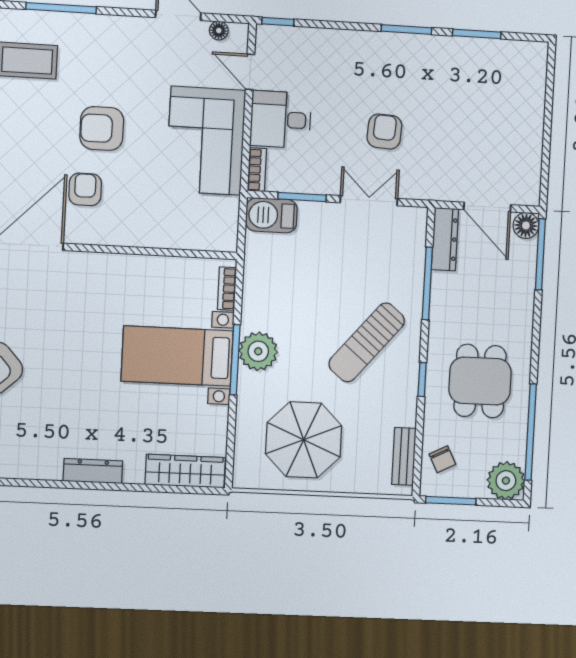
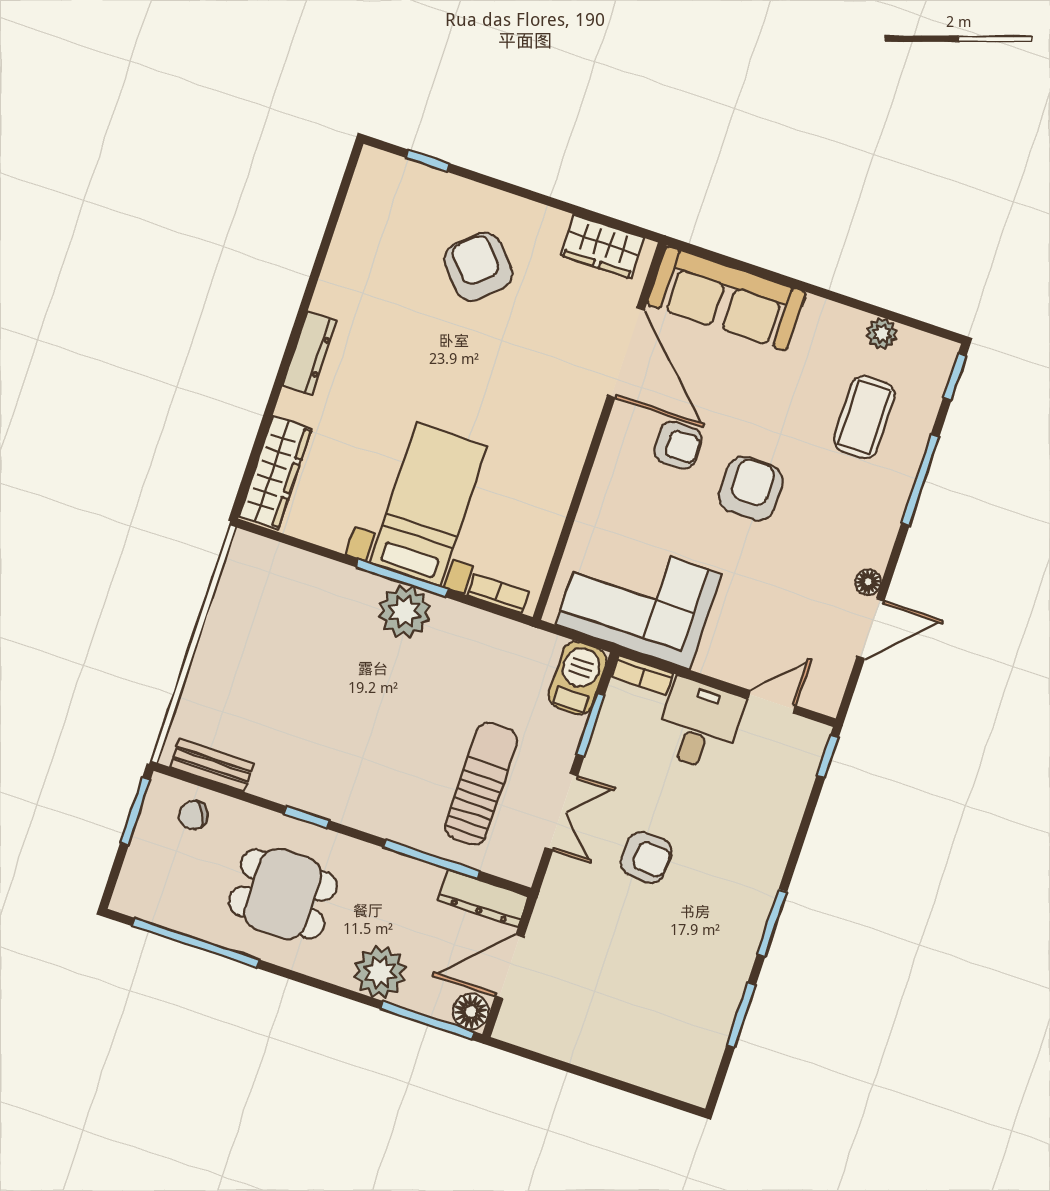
floor lamp: (219, 31) -> (868, 582), moved
corner sofa: (206, 141) -> (639, 599), moved
sun lounger: (367, 342) -> (481, 784), moved, turned 50
parasol: (304, 440) -> (272, 639), removed
plant: (506, 481) -> (380, 972), moved

